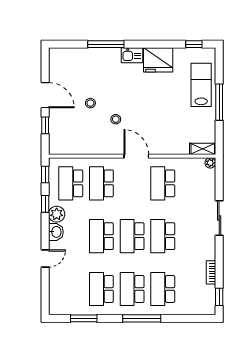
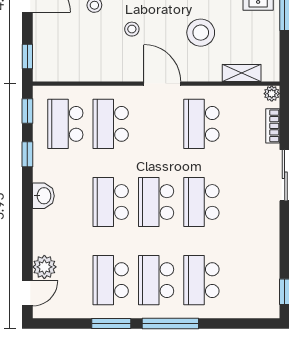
stool: (162, 122) -> (201, 33), added
window: (45, 125) -> (27, 56), moved
shelving: (203, 149) -> (242, 73), moved
plant: (57, 214) -> (44, 267), moved
door: (45, 259) -> (27, 293), moved
bookcase: (211, 272) -> (273, 126), moved
window: (84, 318) -> (111, 323), moved

